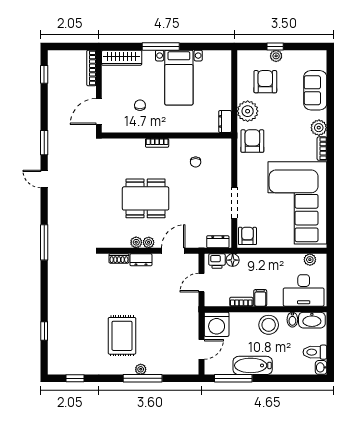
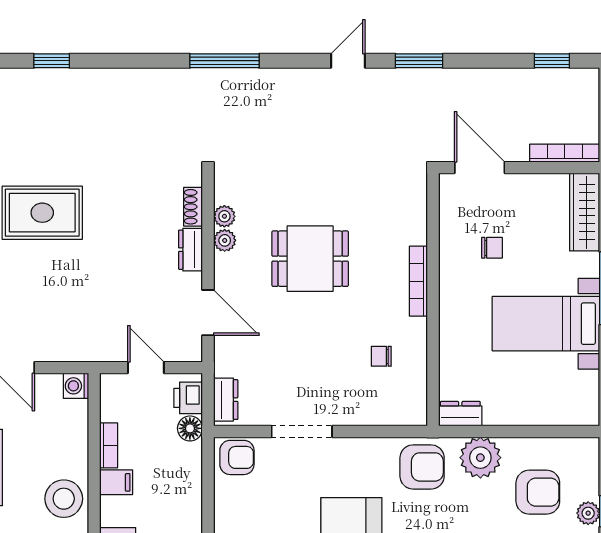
bookcase: (157, 143) -> (418, 281), width x1.56
dining table: (146, 198) -> (310, 259), width x0.73
plant: (149, 242) -> (224, 216), moved
washing machine: (217, 324) -> (76, 386), width x0.53, depth x0.53

